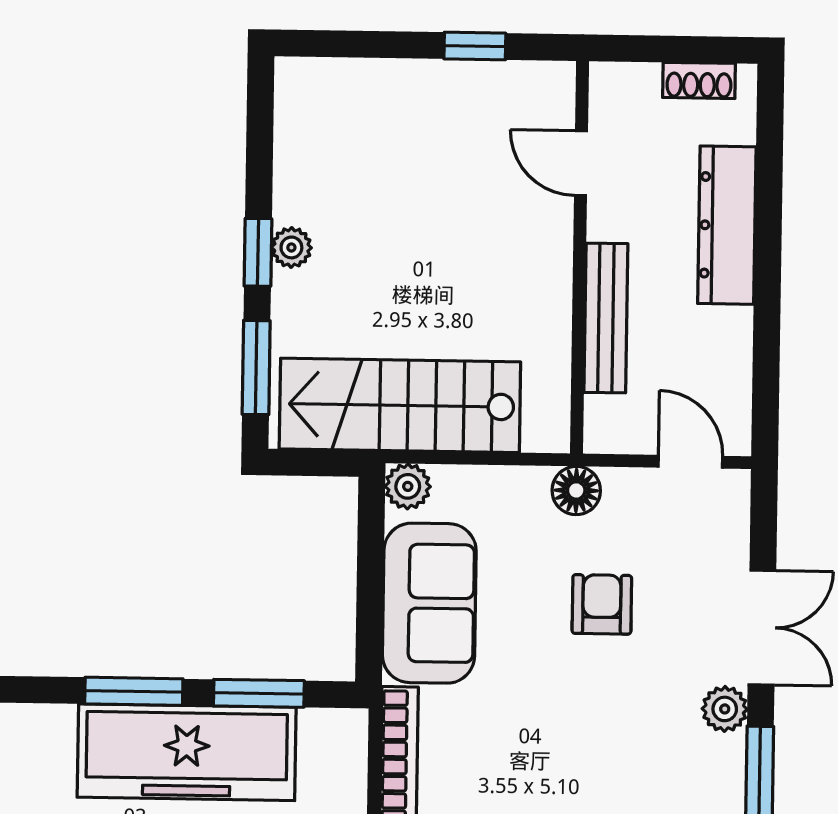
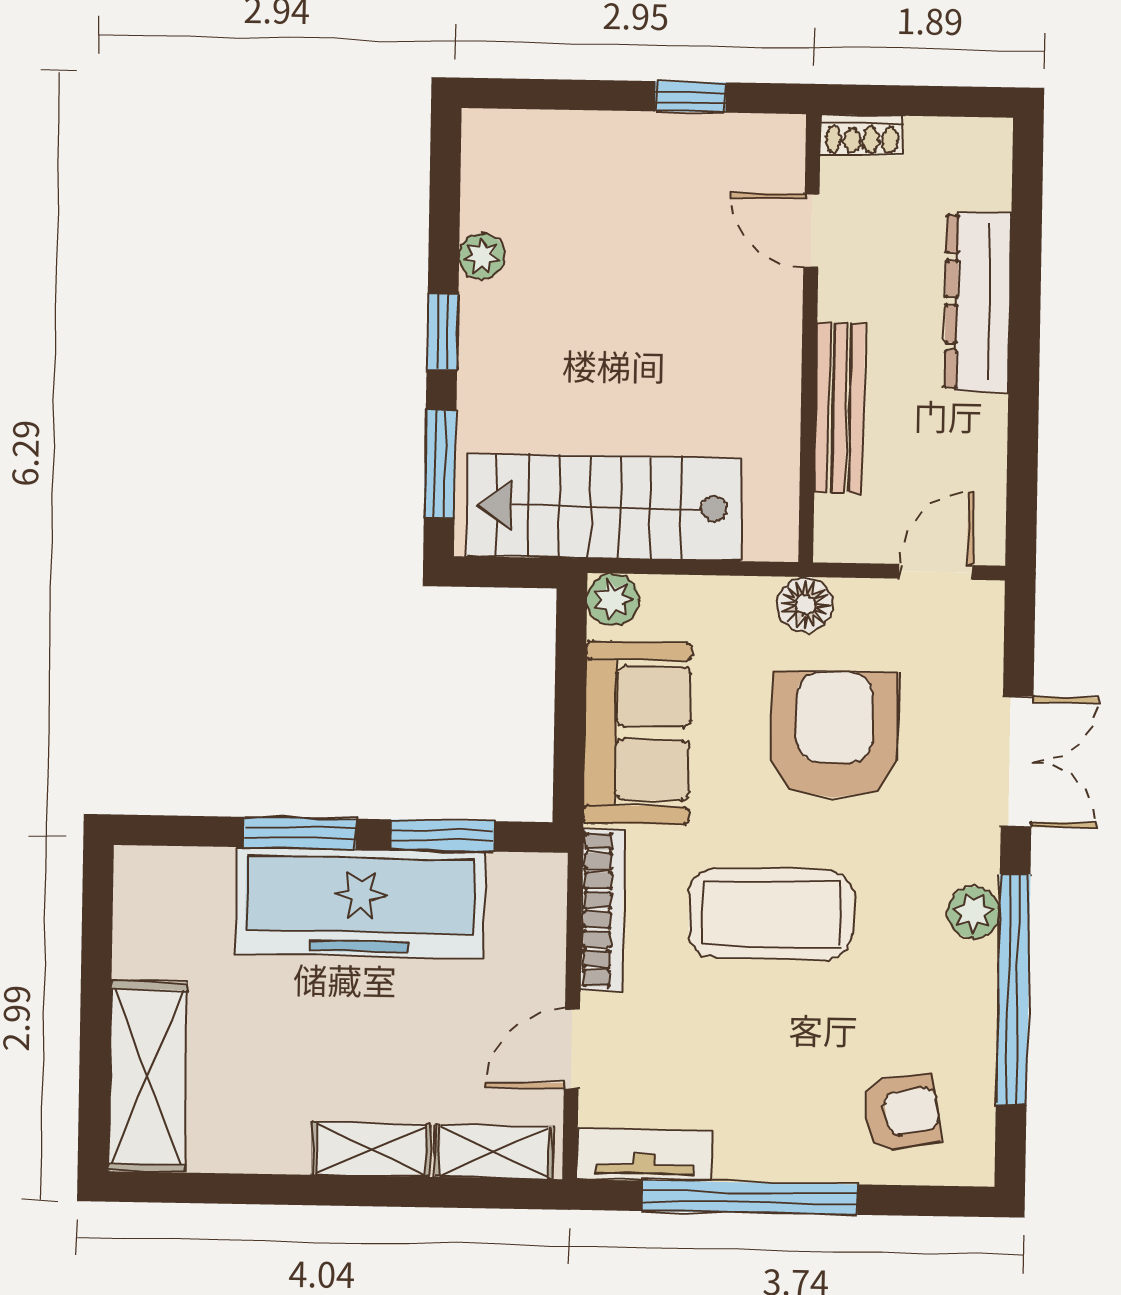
shoe rack: (699, 80) -> (862, 135), moved
plant: (291, 247) -> (482, 256), moved
door: (690, 462) -> (936, 572), hinge flipped
armchair: (602, 604) -> (834, 735), width x1.88, depth x1.88
plant: (725, 709) -> (973, 912), moved
coffee table: (546, 761) -> (771, 914), added

